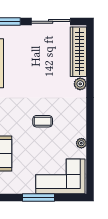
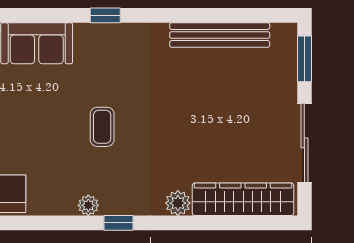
window: (90, 113) -> (119, 223), added
plant: (81, 143) -> (88, 205), moved

